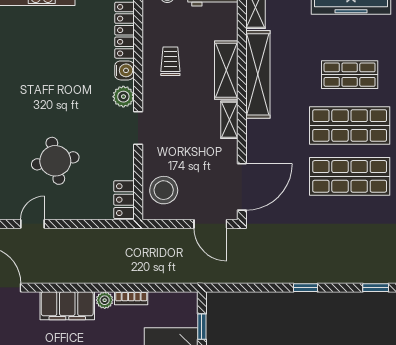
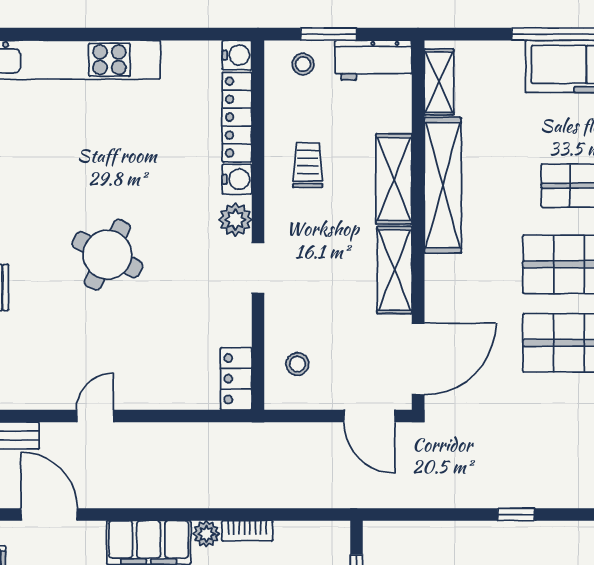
shelving: (229, 120) -> (395, 270), width x1.50, depth x1.33
round table: (55, 161) -> (107, 255), moved, turned 38
stool: (164, 190) -> (297, 364), width x0.53, depth x0.53

